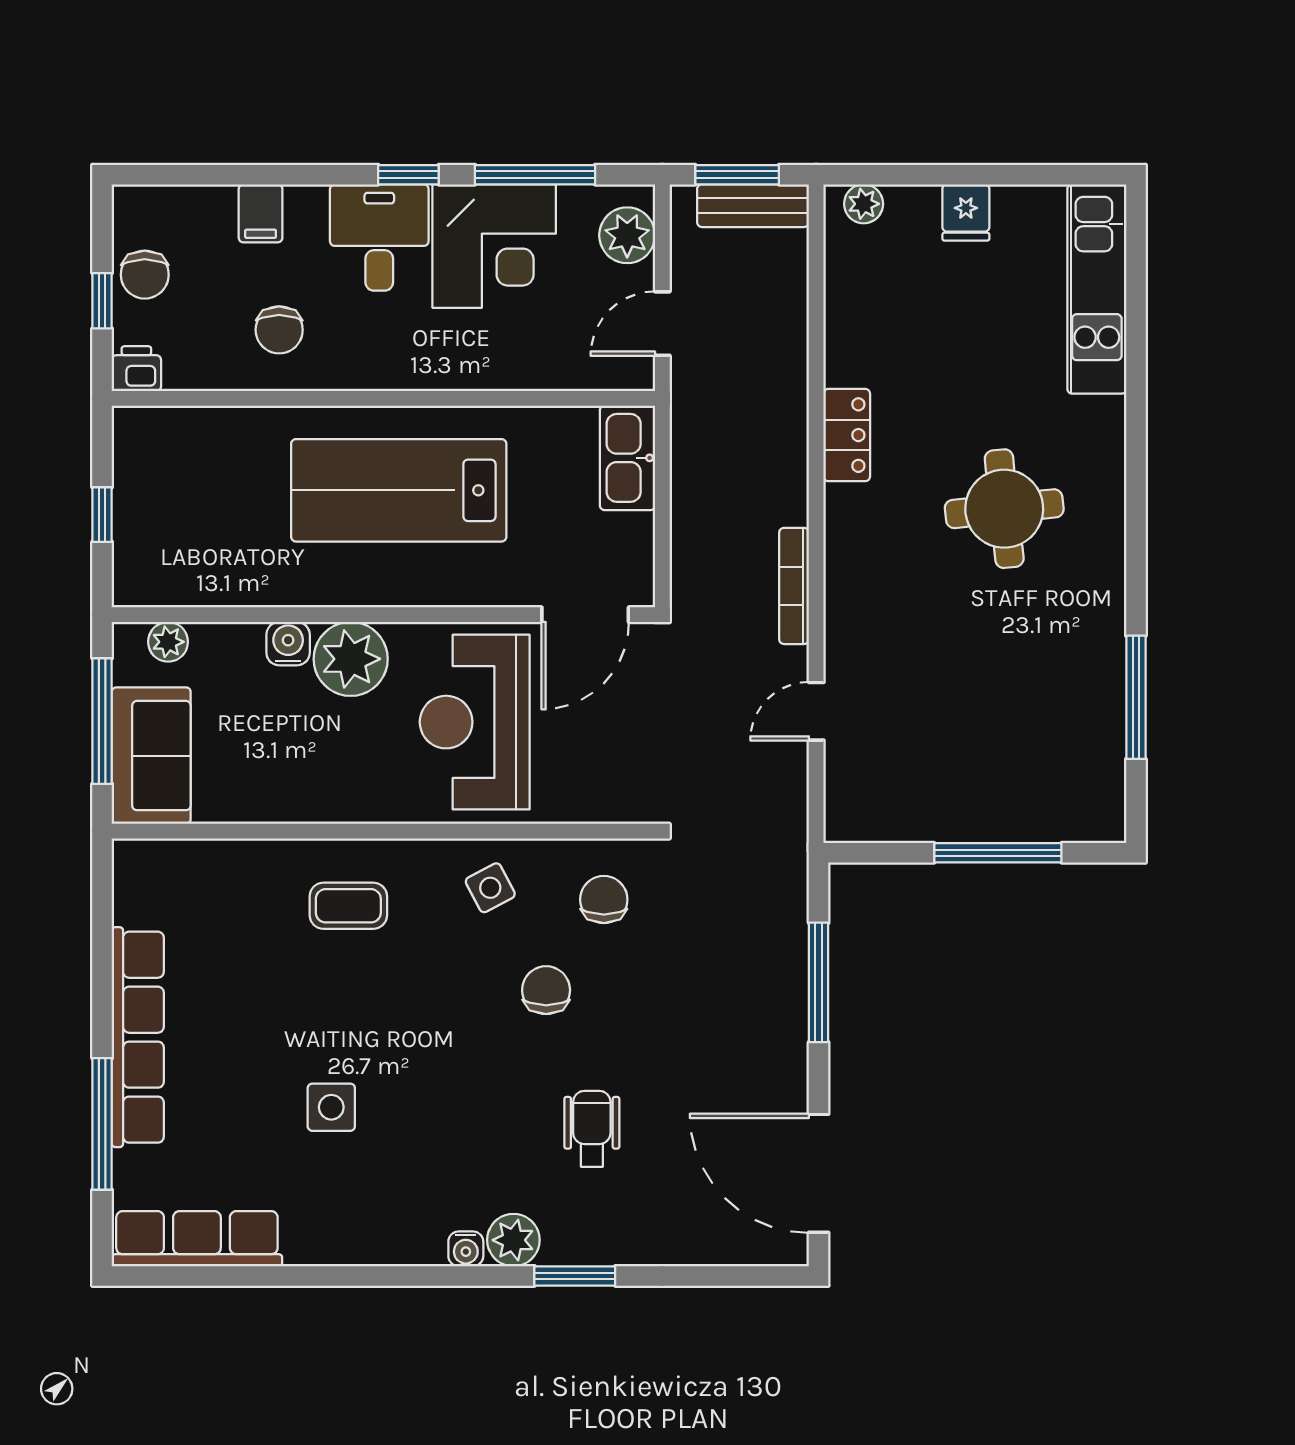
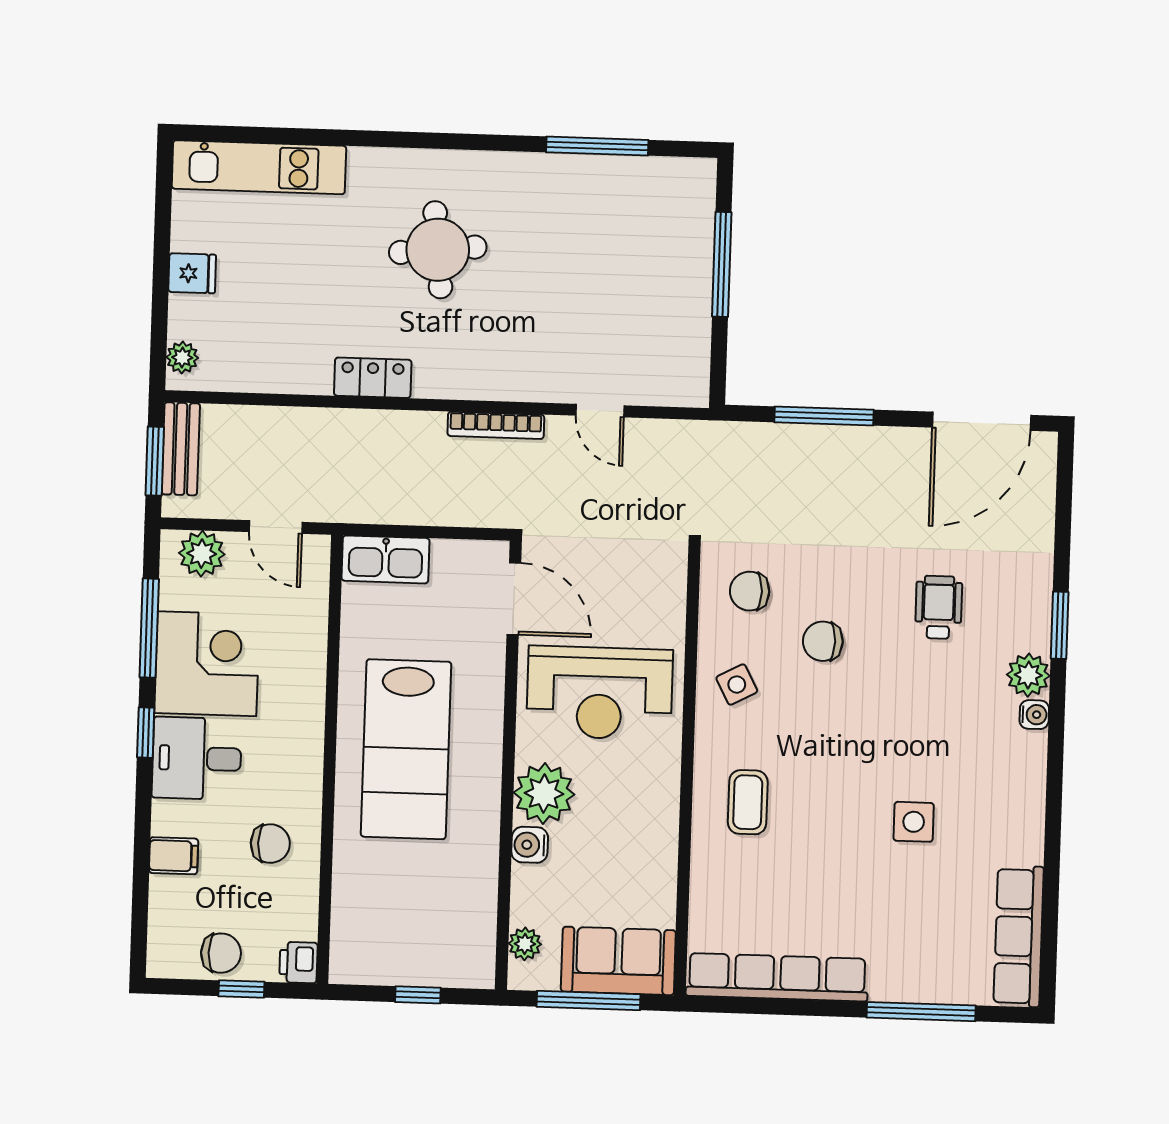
row of seats: (138, 1037) -> (777, 977), moved
wheelchair: (592, 1129) -> (939, 607), turned 90

